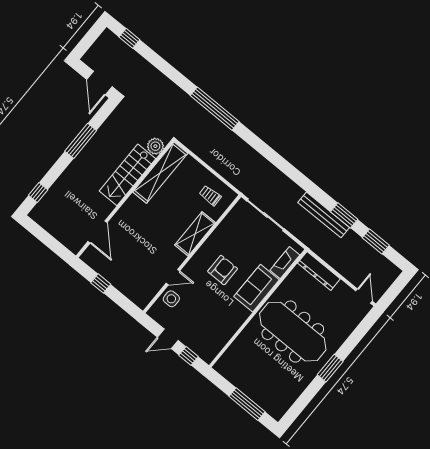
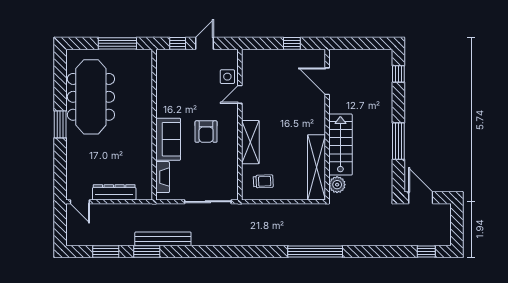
dresser: (319, 271) -> (114, 192), moved
meeting table: (293, 332) -> (91, 97), moved, turned 90
window: (247, 404) -> (117, 43), moved

